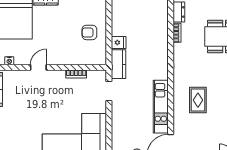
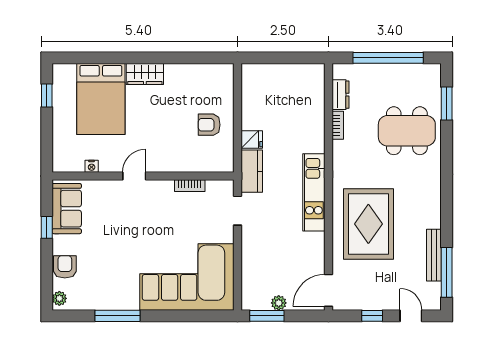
rug: (198, 100) -> (368, 224), width x1.86, depth x2.06
kitchen unit: (161, 107) -> (314, 192), moved

